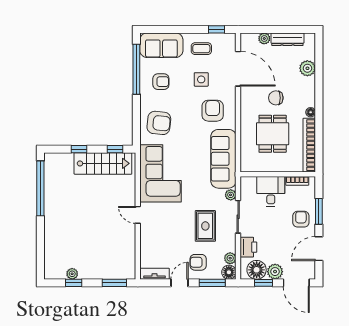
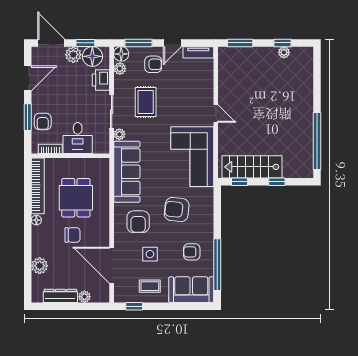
armchair: (159, 123) -> (177, 210), moved
armchair: (301, 219) -> (43, 121), moved

